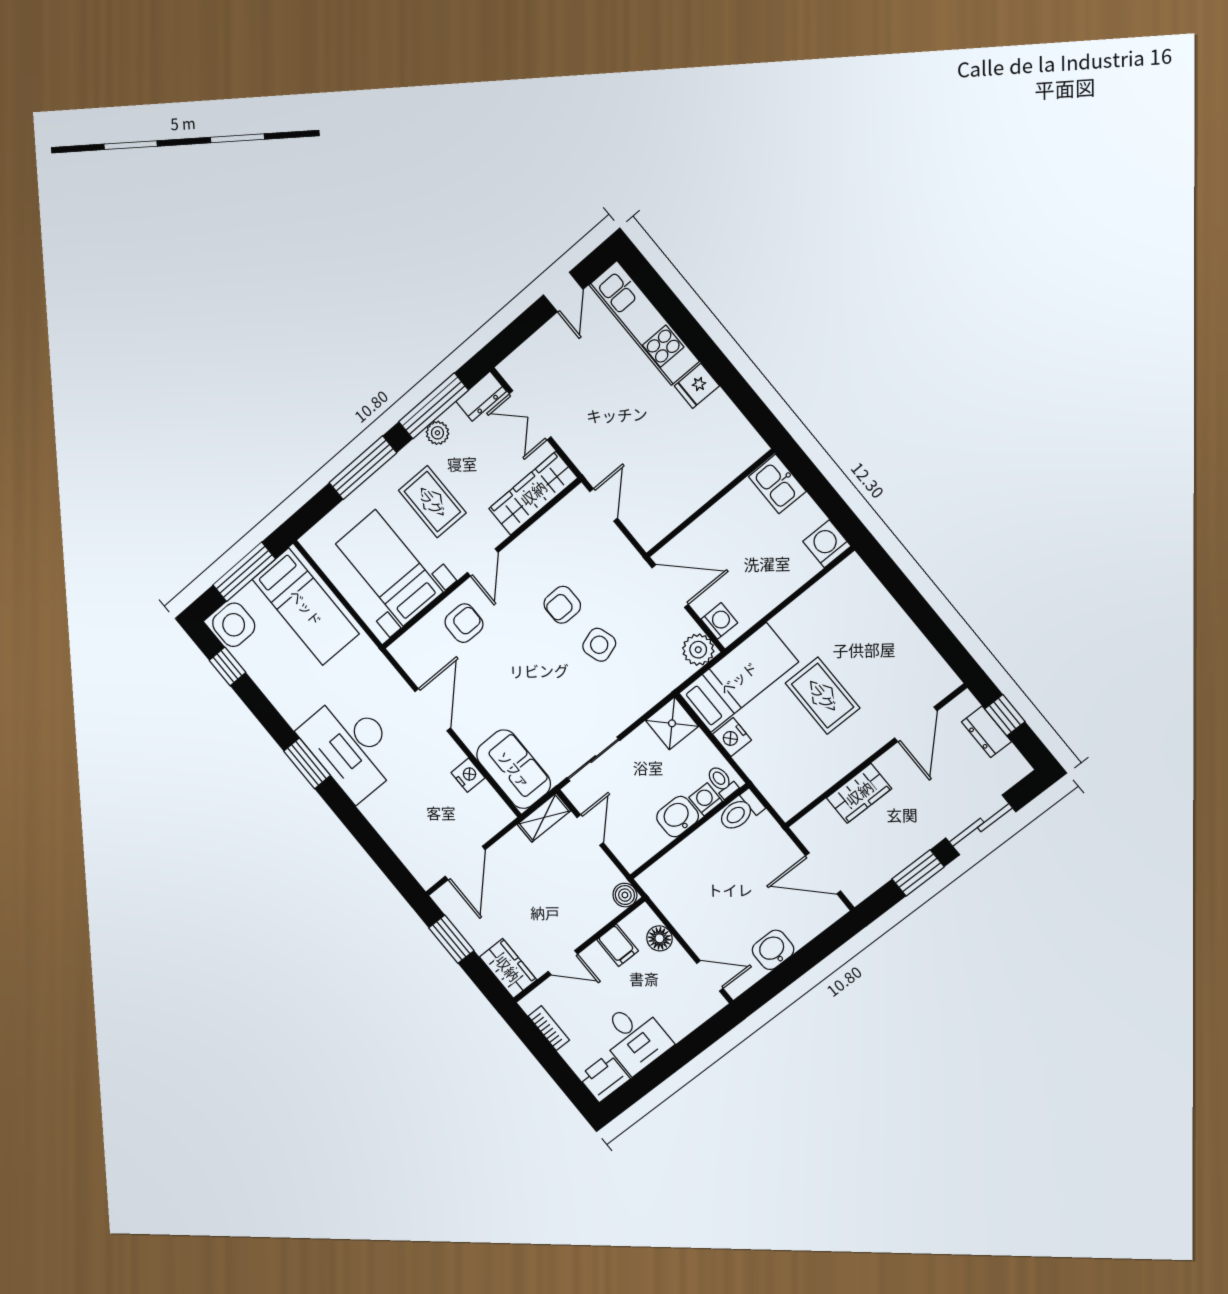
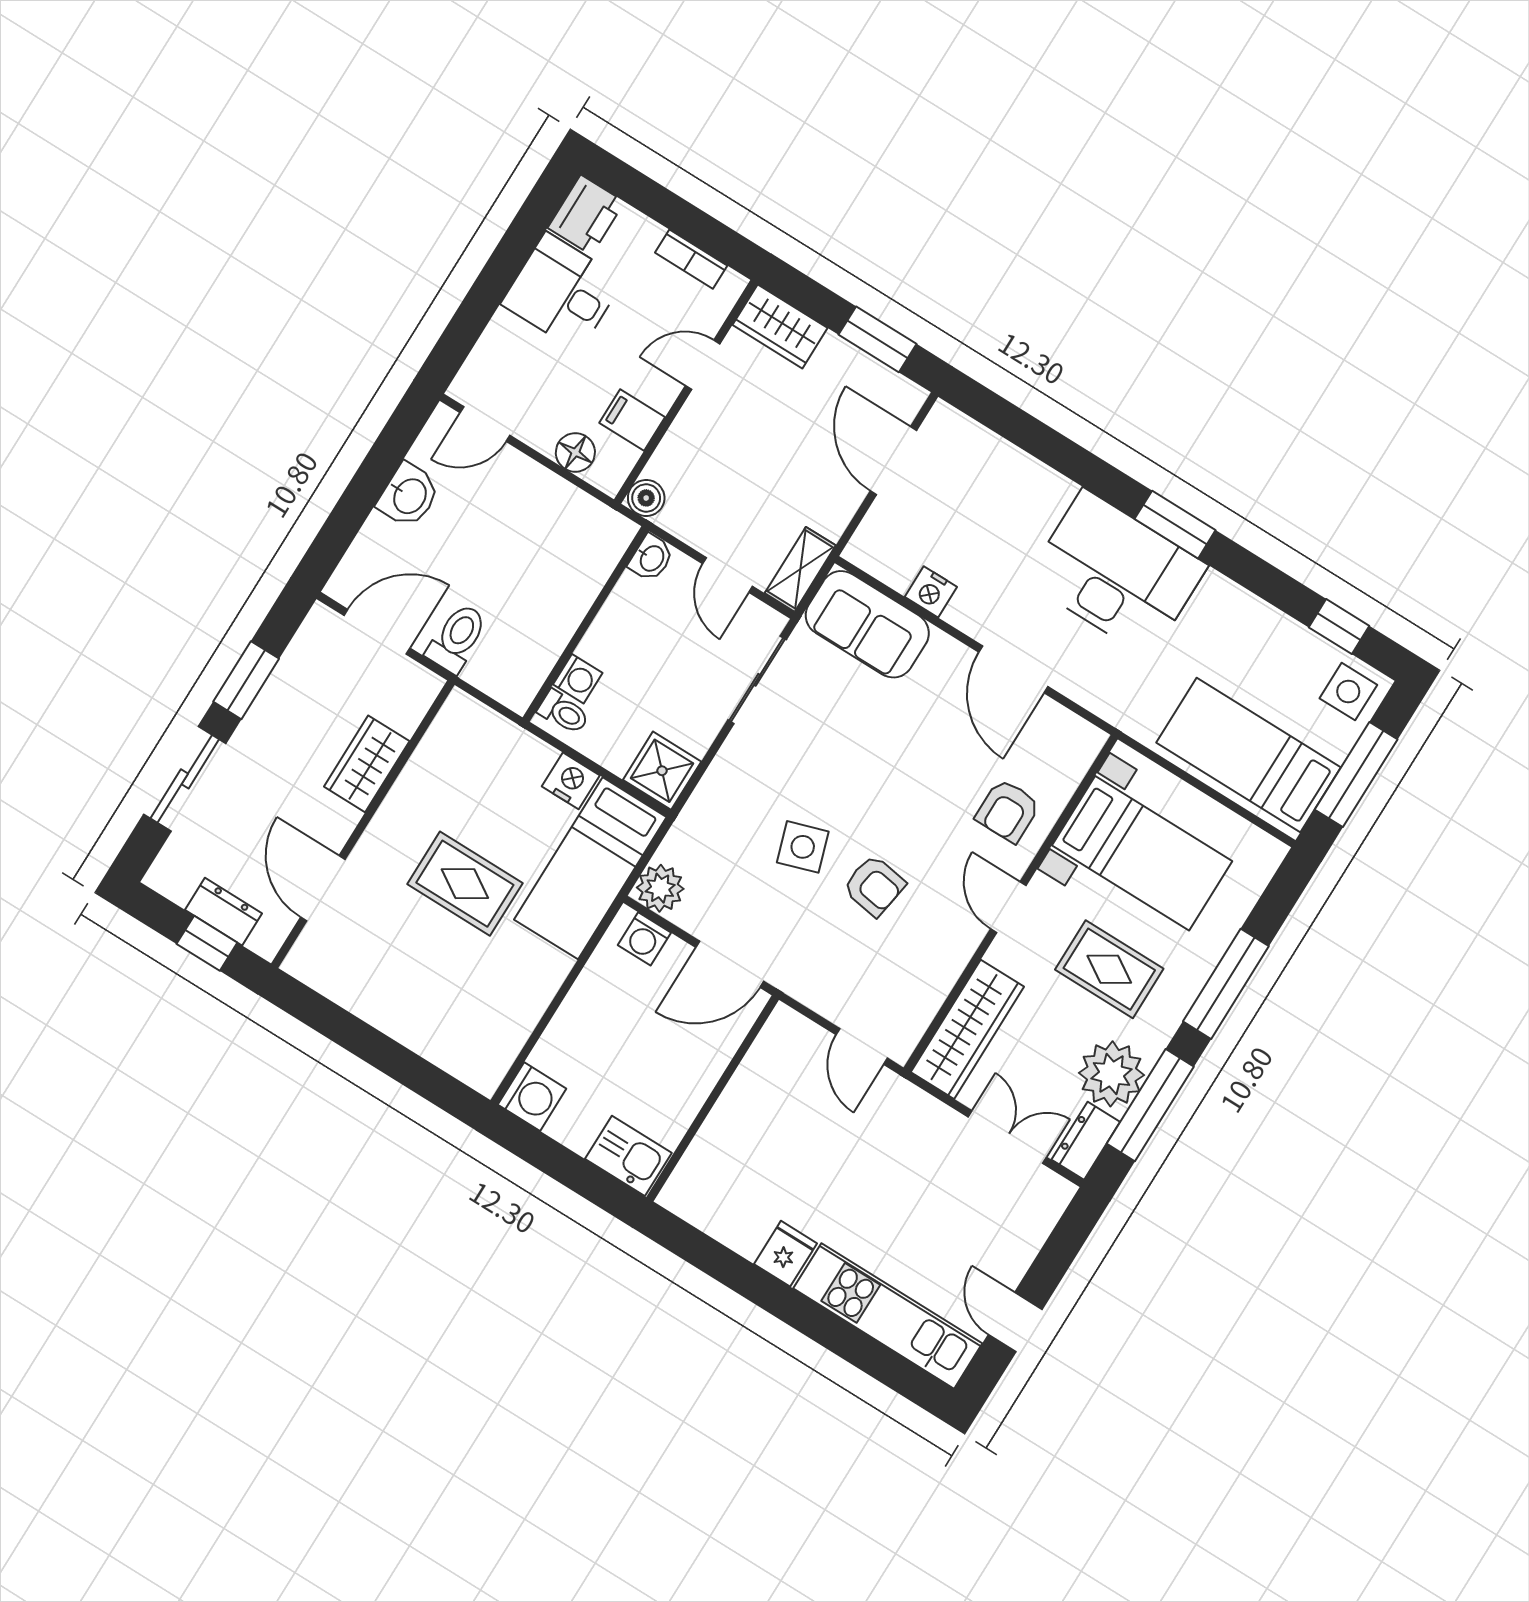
plant: (437, 433) -> (1112, 1074), width x1.88, depth x1.88
armchair: (562, 605) -> (874, 886), turned 99
side table: (234, 625) -> (1348, 692), width x0.73, depth x0.73
toilet: (740, 811) -> (457, 638), moved
washbasin: (678, 817) -> (651, 558), moved, width x0.72, depth x0.69

